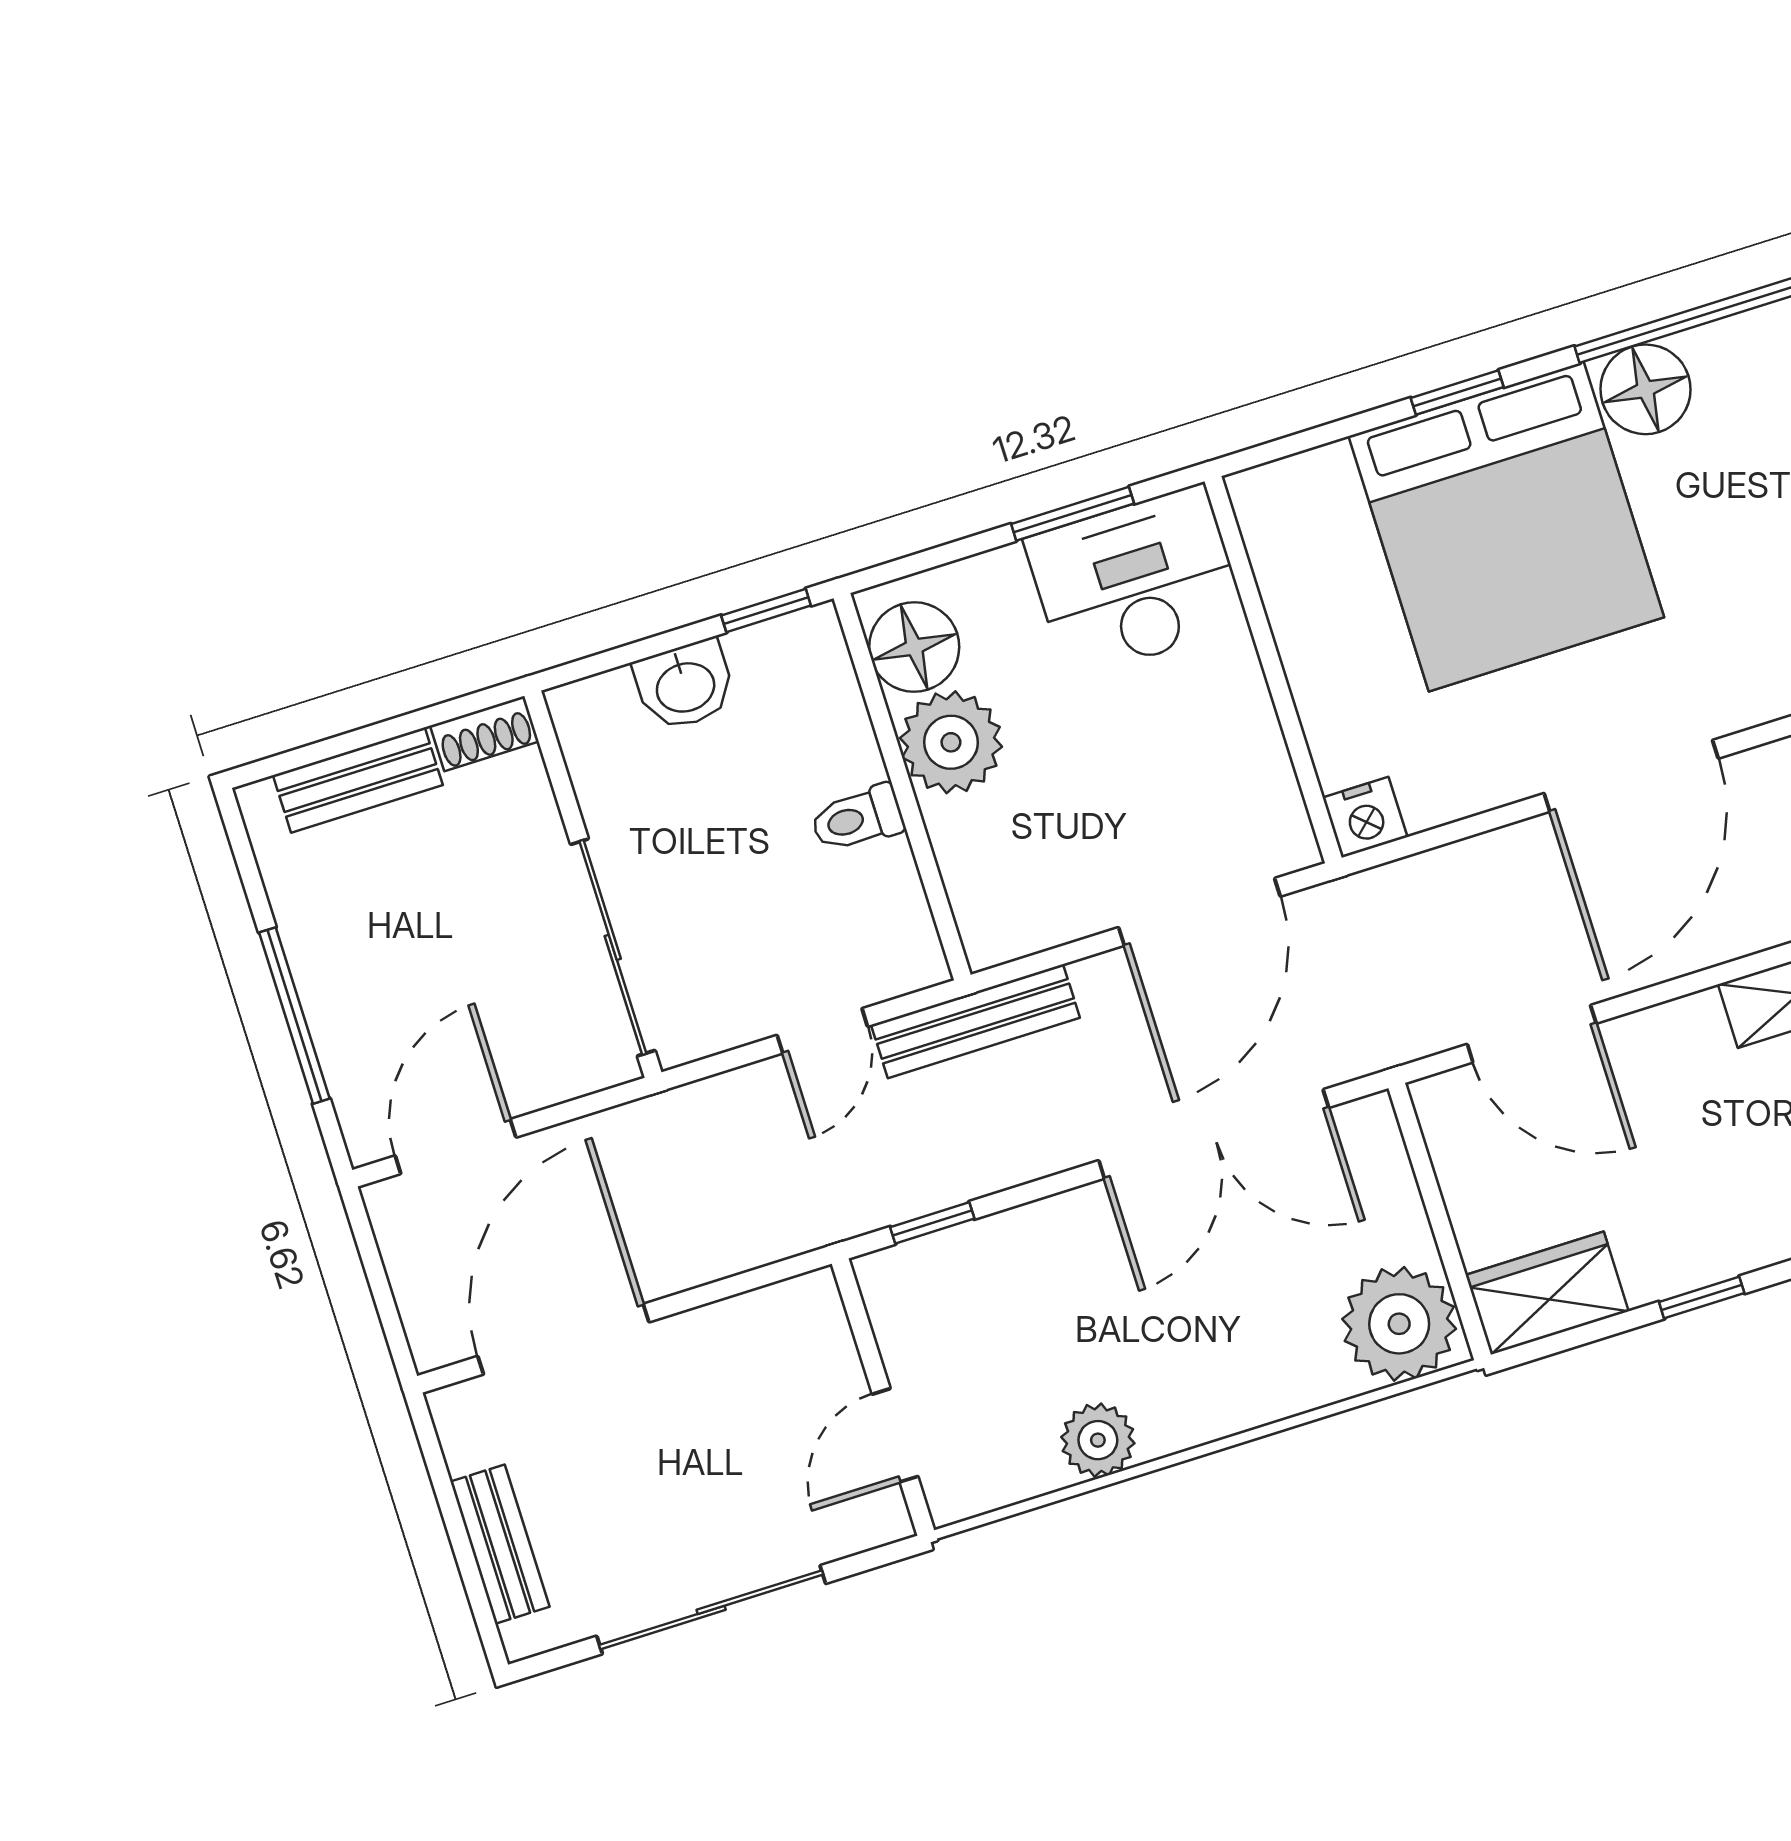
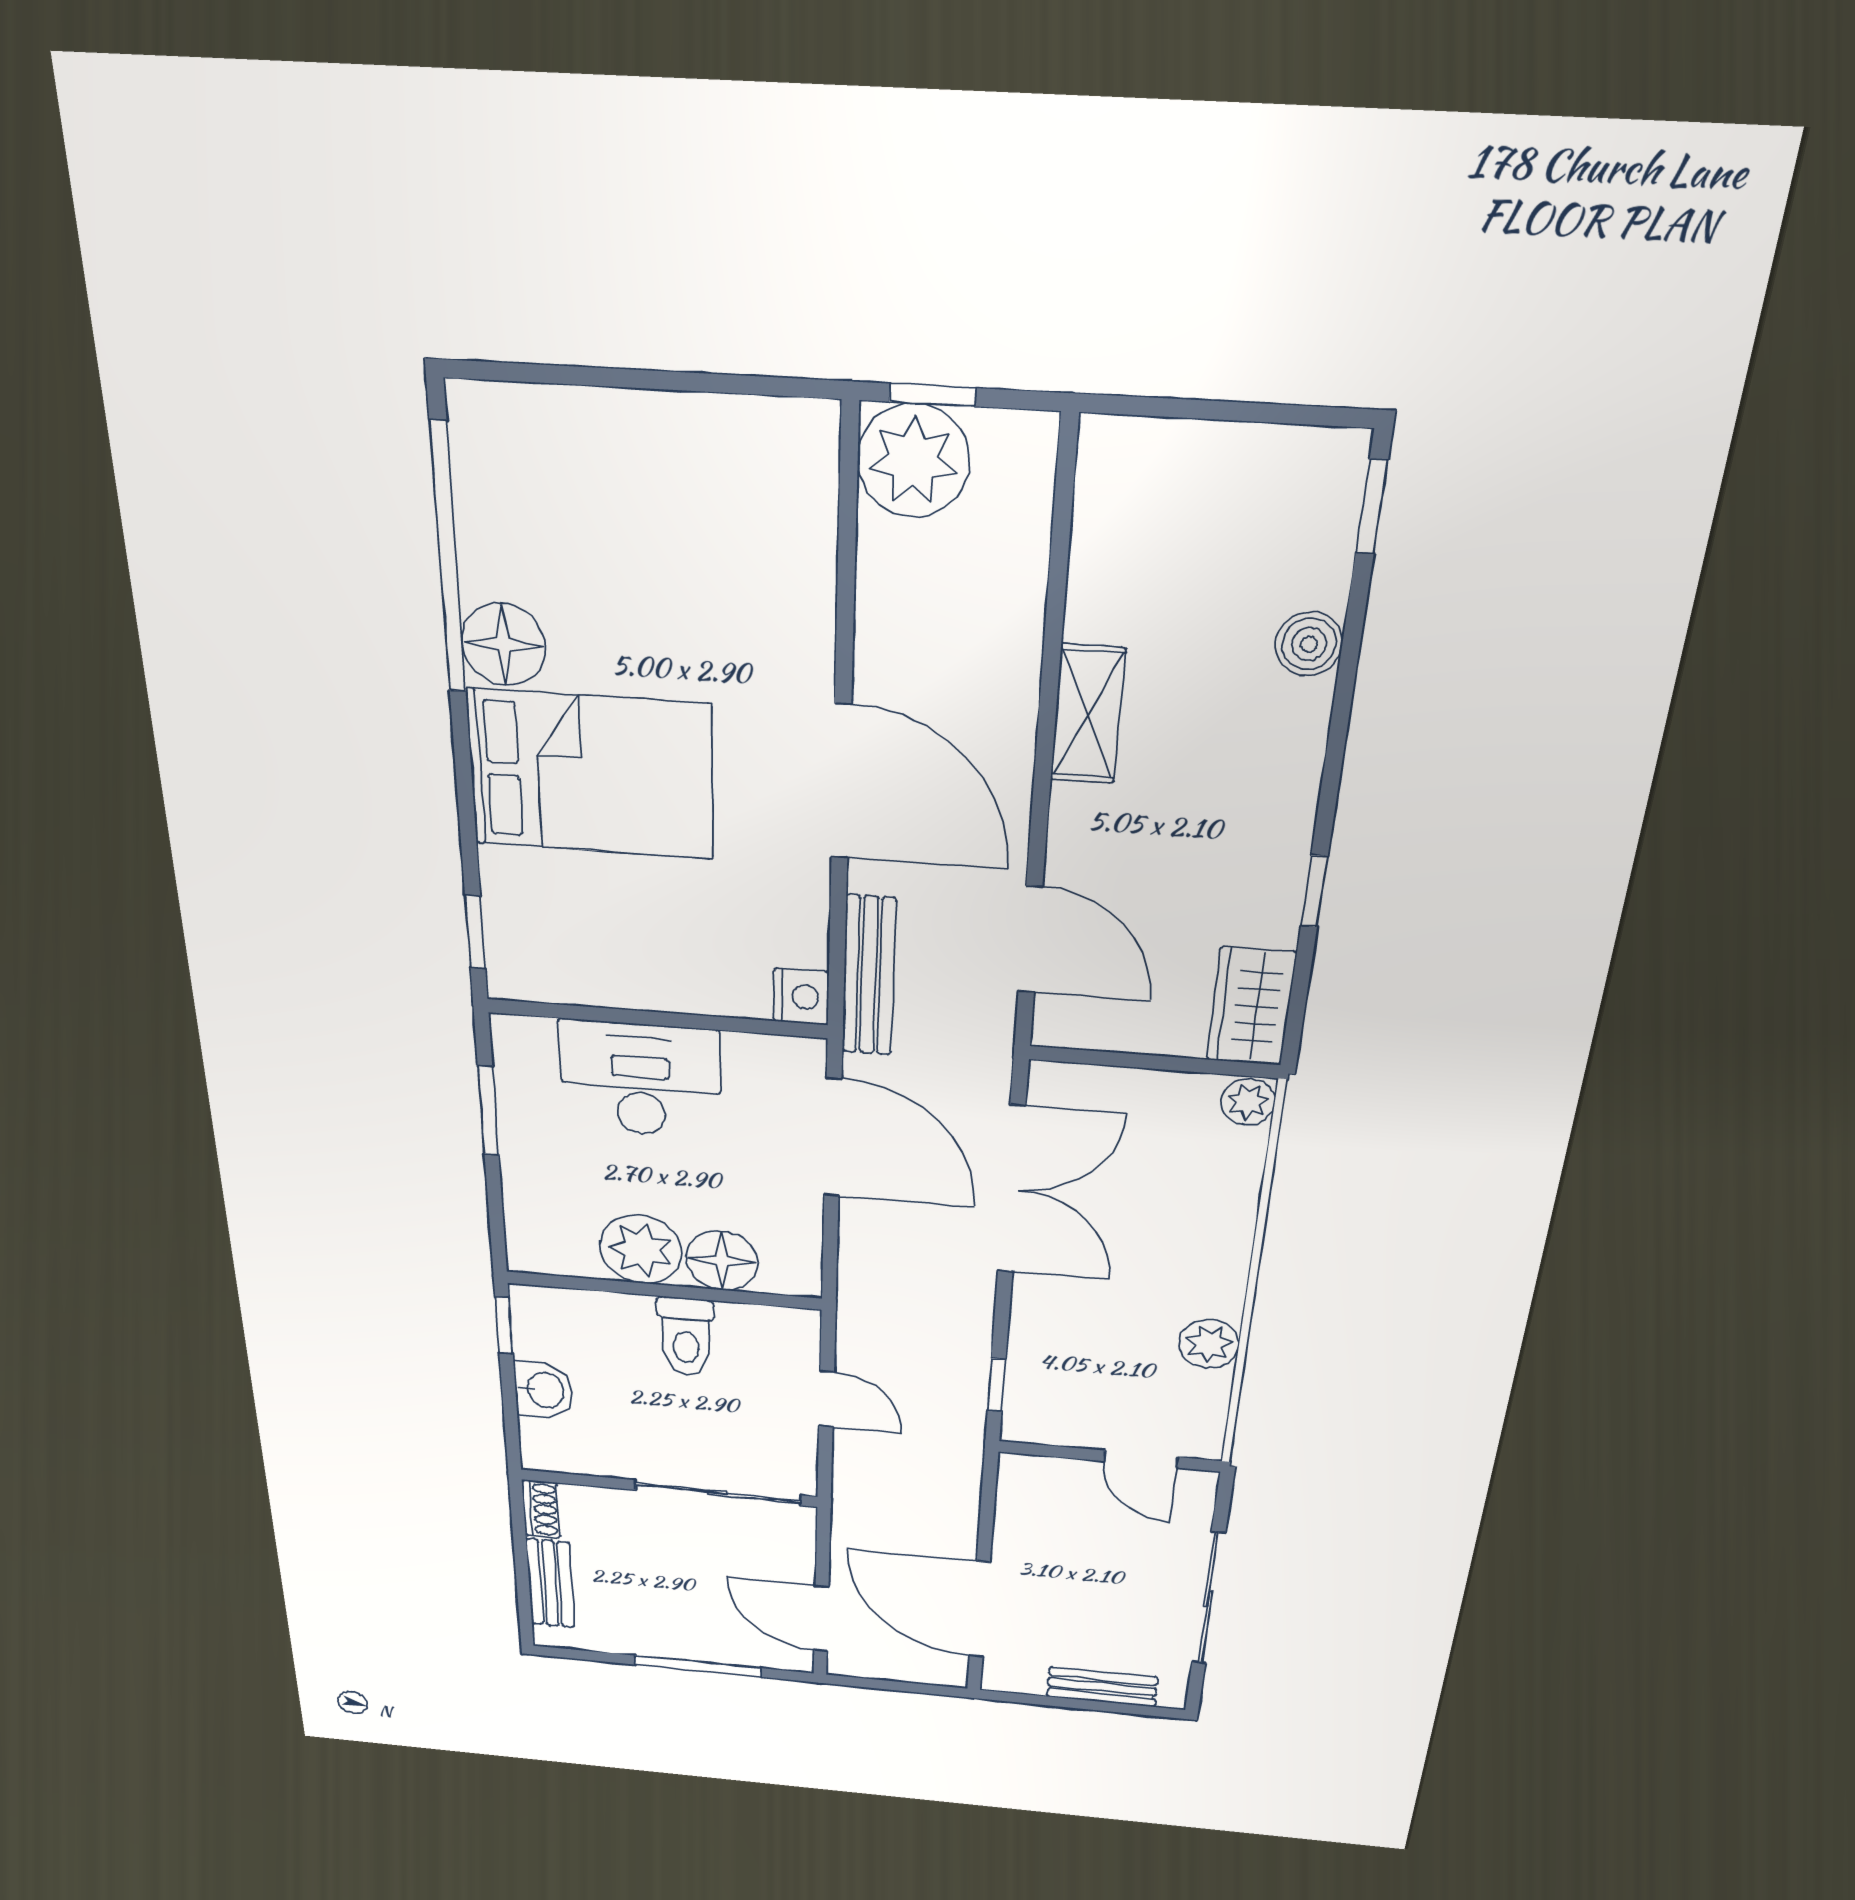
window: (1457, 393) -> (475, 932), moved
bed: (1506, 527) -> (591, 774), width x0.73
desk: (1136, 582) -> (640, 1080), moved, turned 90
floor lamp: (914, 647) -> (722, 1261), moved
toilet: (857, 819) -> (686, 1337), width x1.37, depth x1.39
bench: (975, 1021) -> (869, 976), moved
door: (1532, 1034) -> (1030, 939), hinge flipped
plant: (1399, 1324) -> (1248, 1102), width x0.53, depth x0.53

